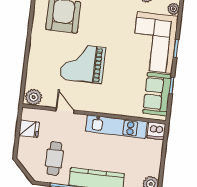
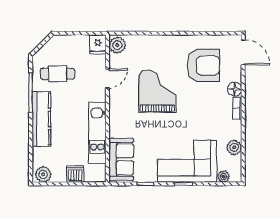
sofa: (157, 94) -> (121, 159), moved, turned 90
fridge: (29, 129) -> (98, 44), moved
dishwasher: (156, 131) -> (75, 174), moved, turned 90

